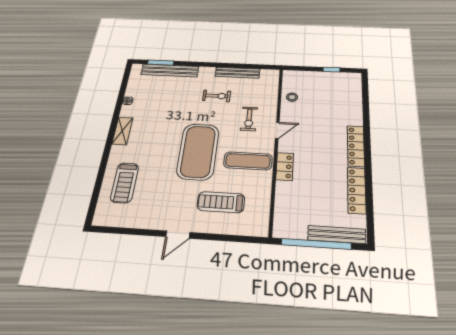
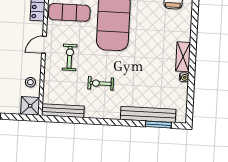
bench: (238, 73) -> (63, 111), moved
shower: (292, 77) -> (30, 106), added
shelving: (122, 131) -> (183, 57), moved

